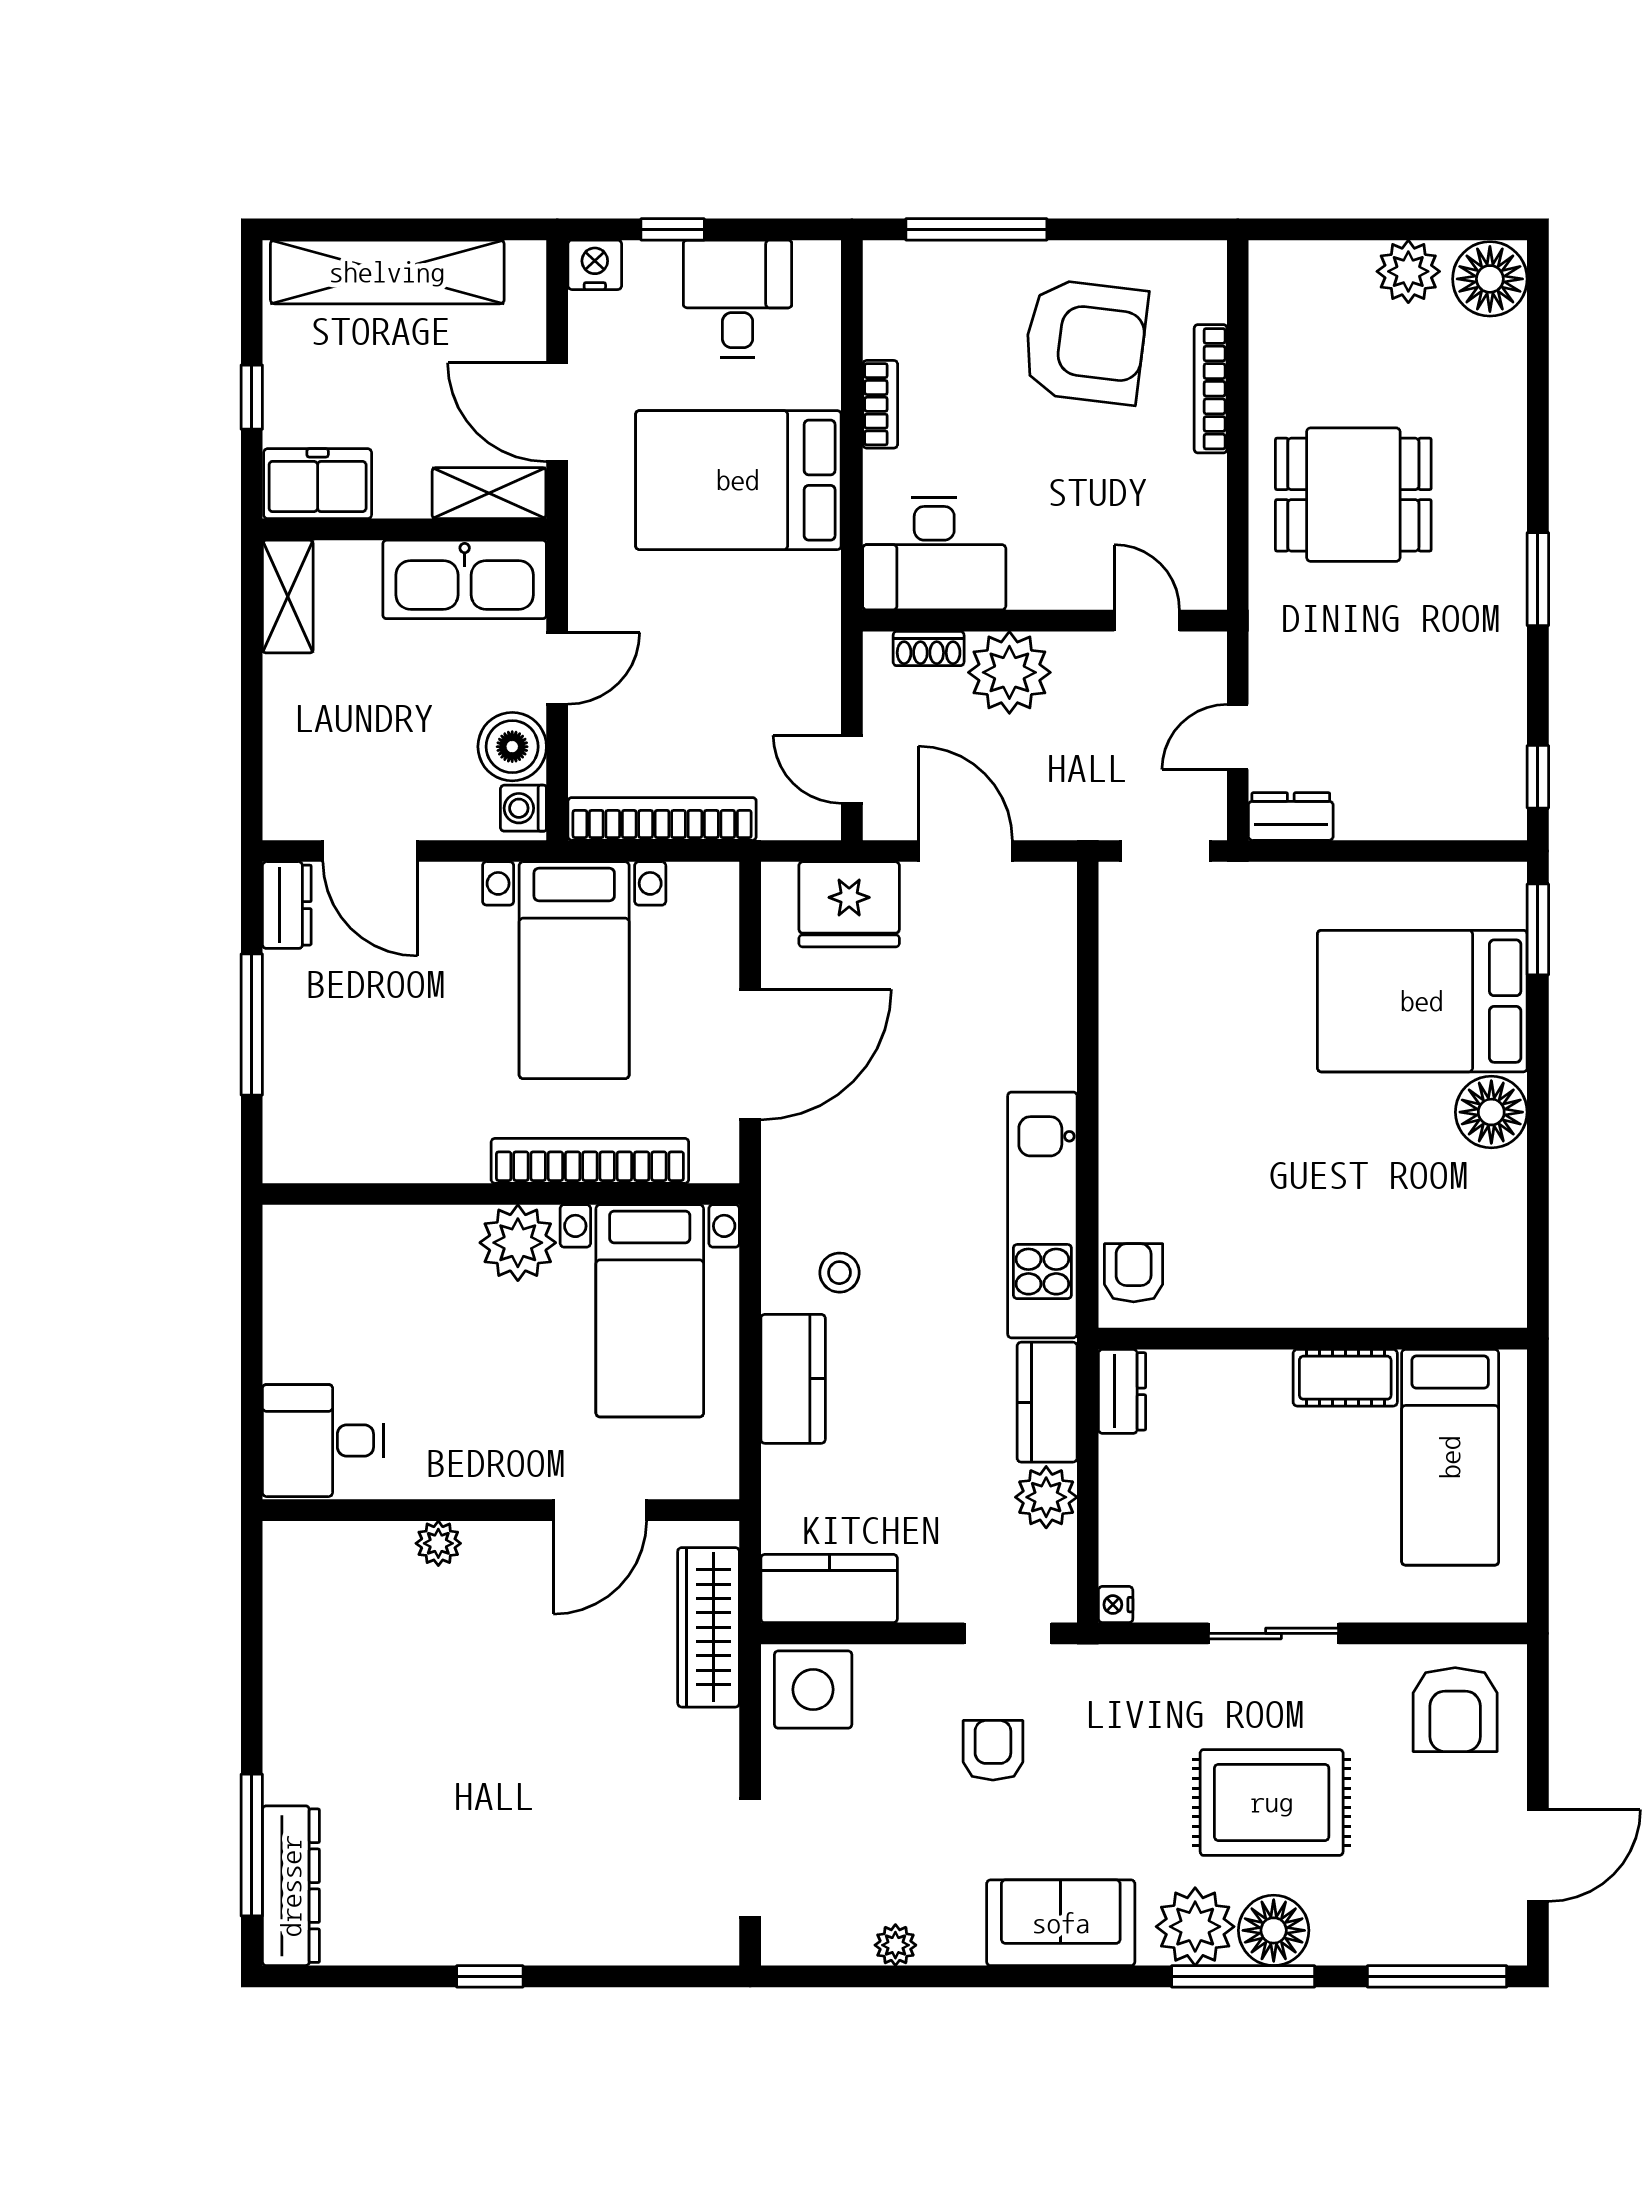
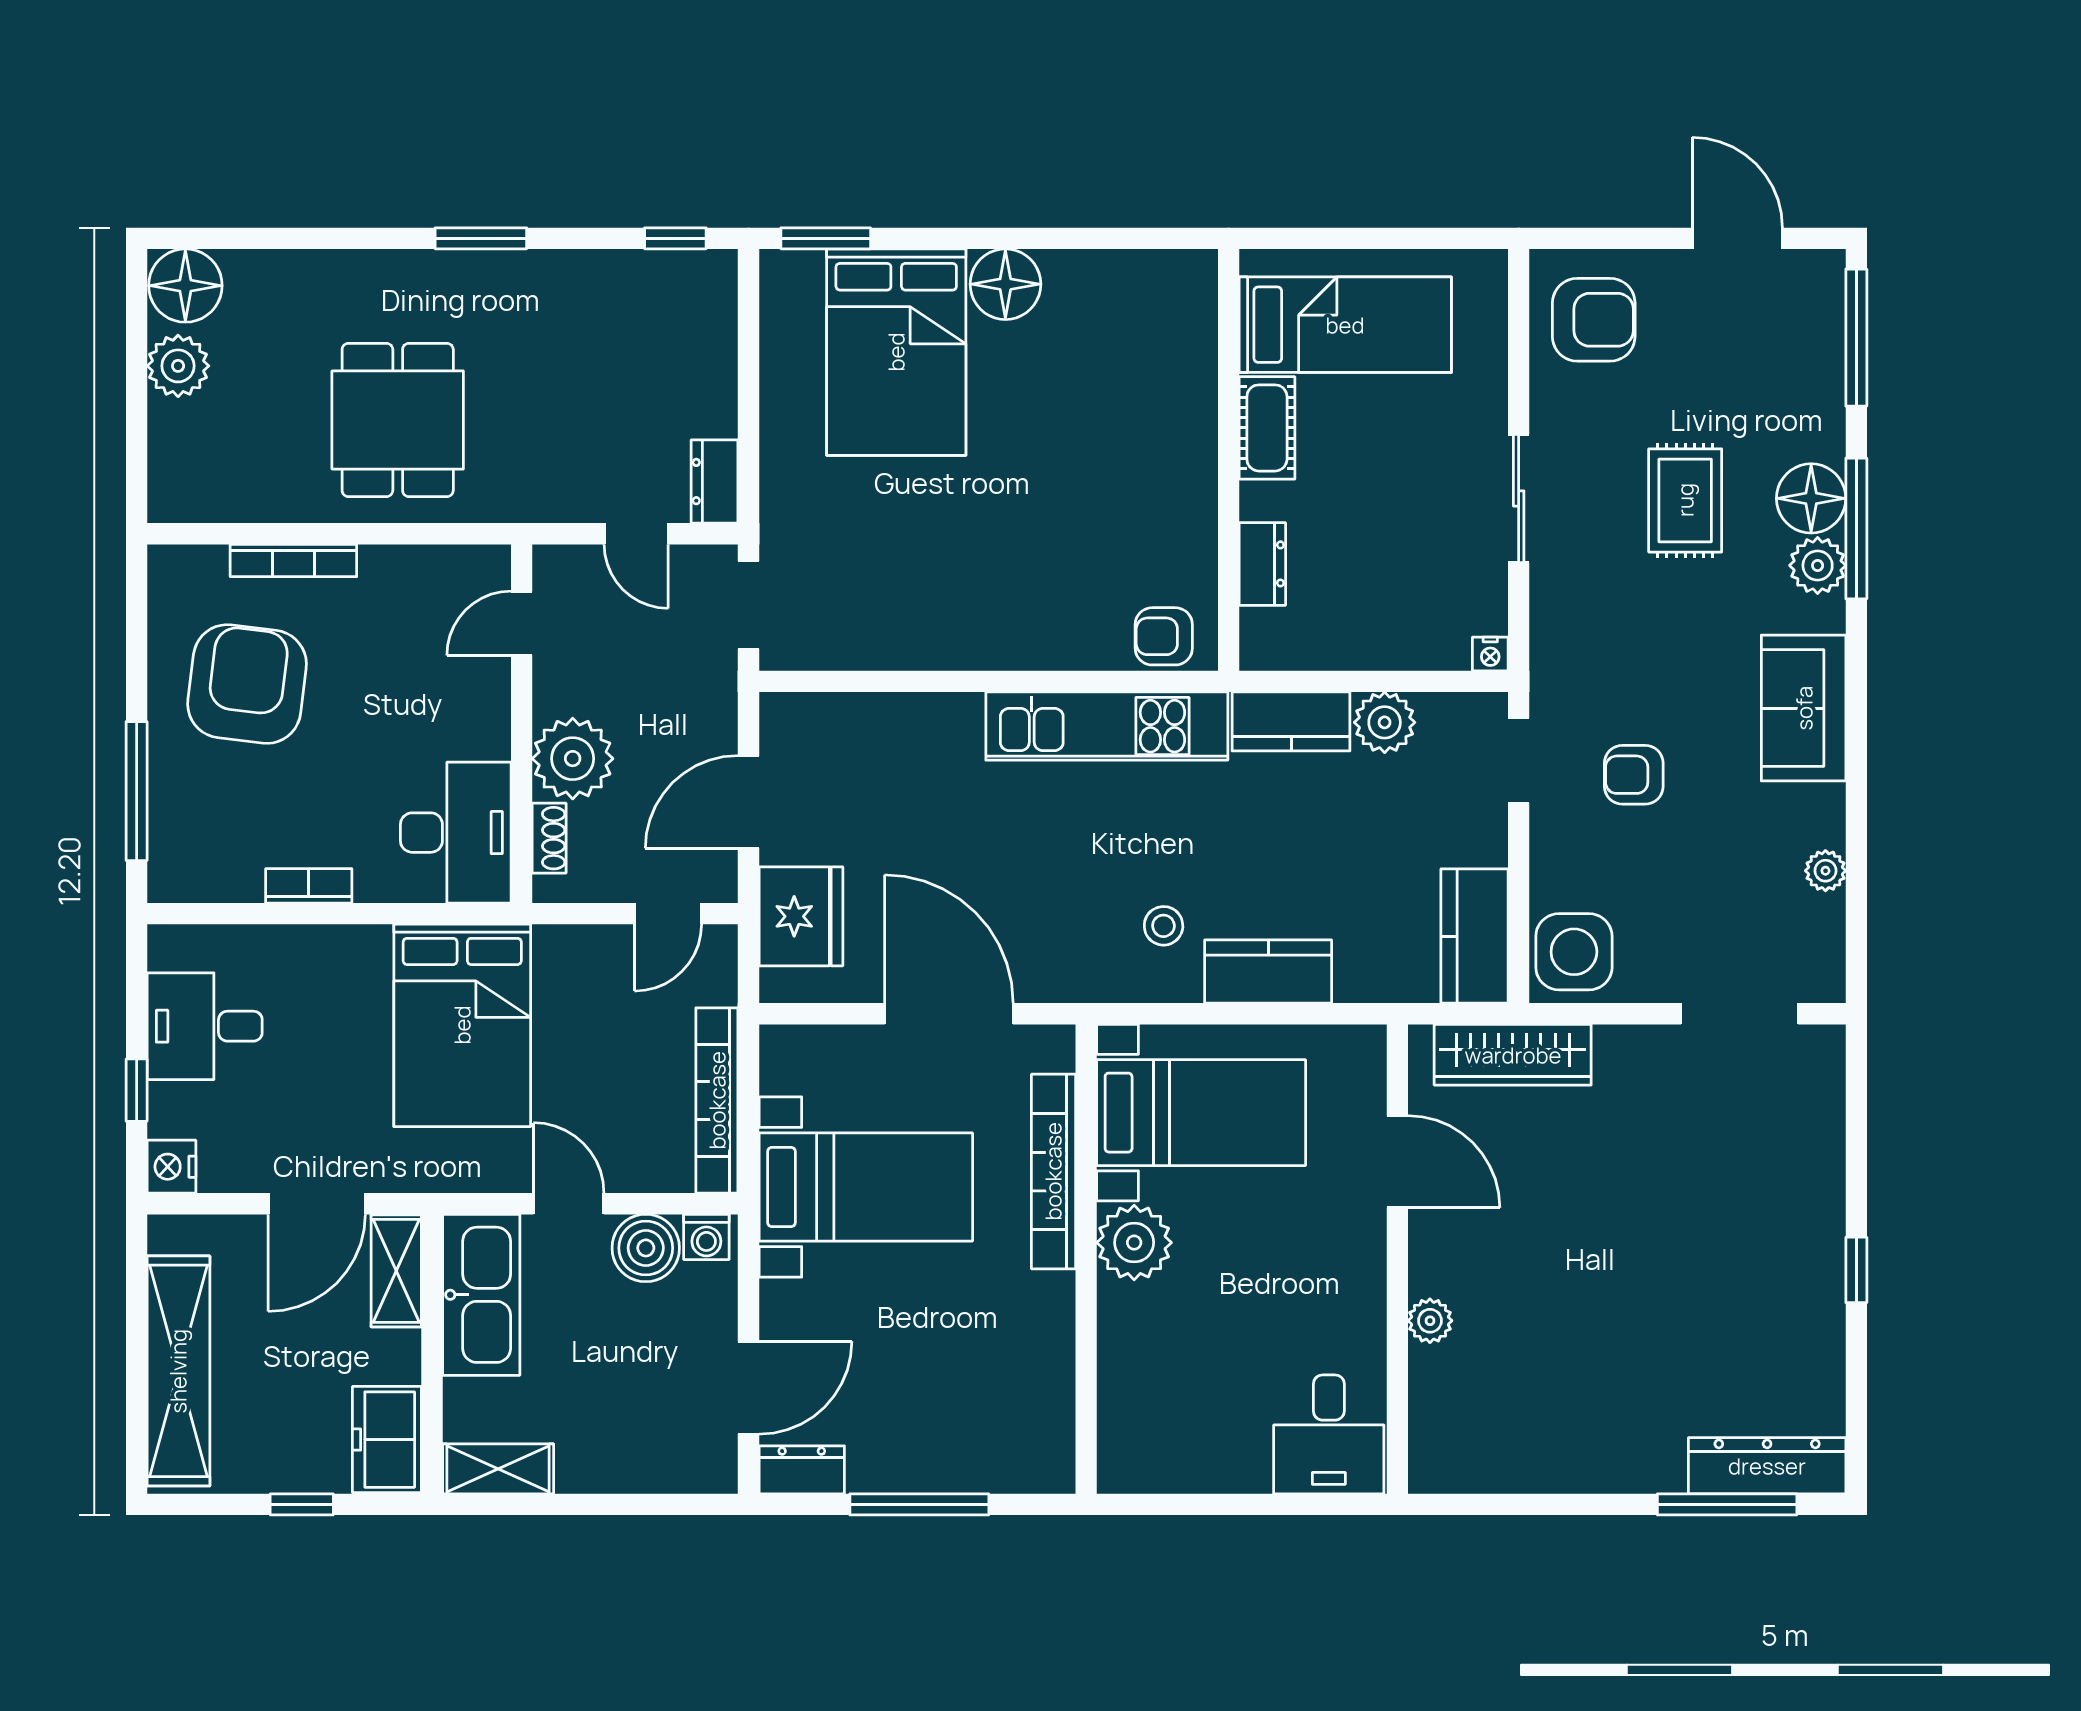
bed: (738, 480) -> (462, 1025), moved
dresser: (1122, 1391) -> (1262, 564), moved, turned 90
rug: (1272, 1802) -> (1685, 500), width x0.73, depth x0.70
plant: (1195, 1927) -> (1818, 565), width x0.73, depth x0.73

